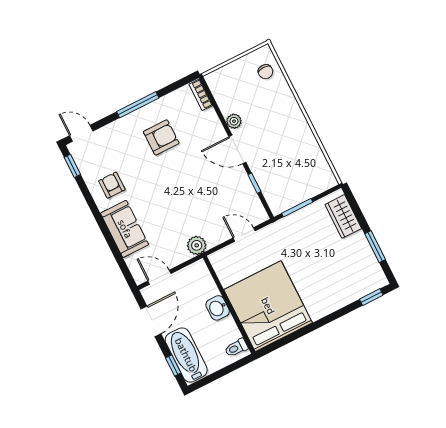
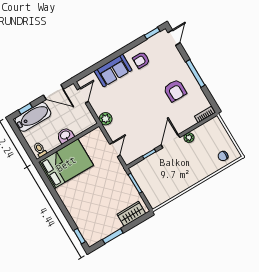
armchair: (112, 185) -> (141, 60), turned 180
bed: (268, 306) -> (66, 164), width x0.73

